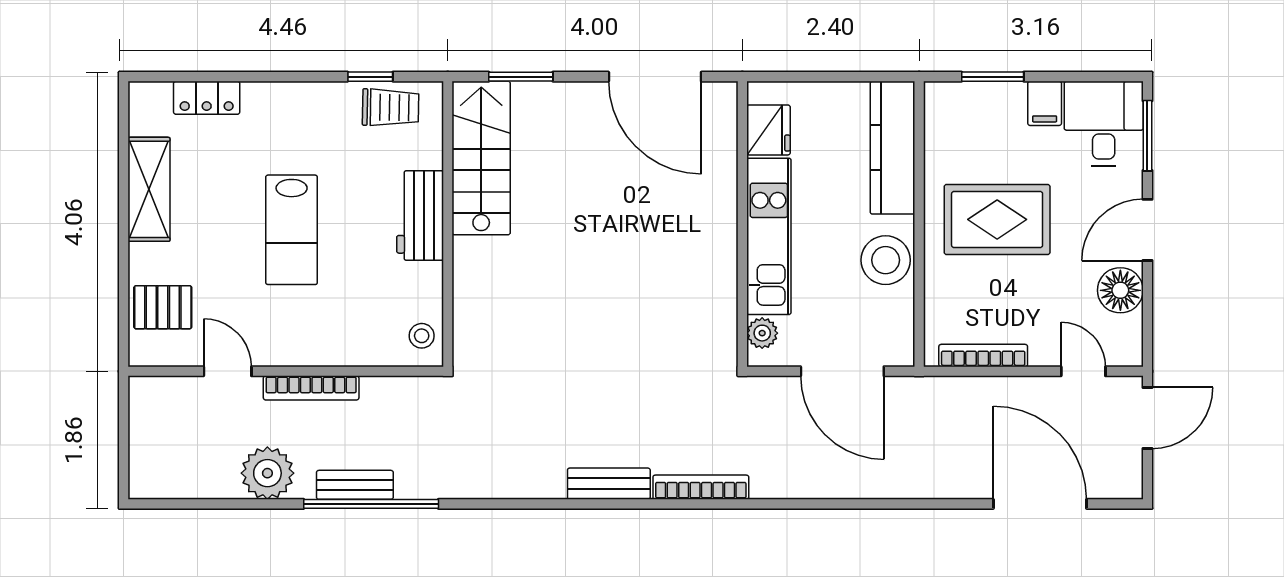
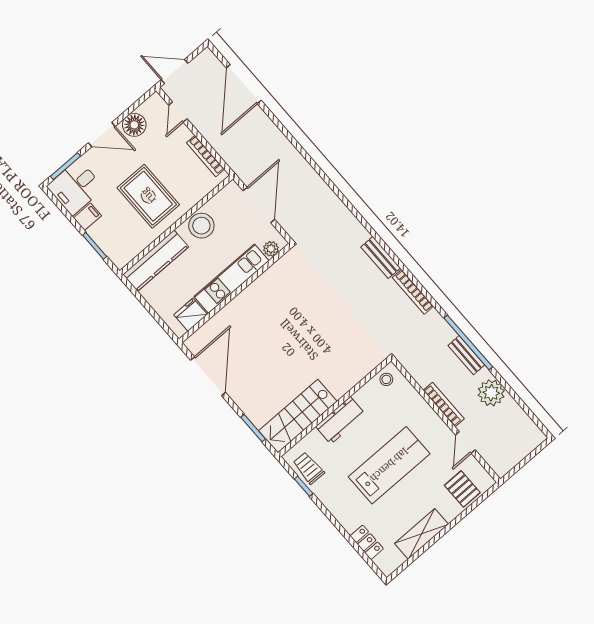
lab bench: (292, 230) -> (389, 465), width x1.36, depth x1.39
bookcase: (701, 487) -> (413, 292), moved

